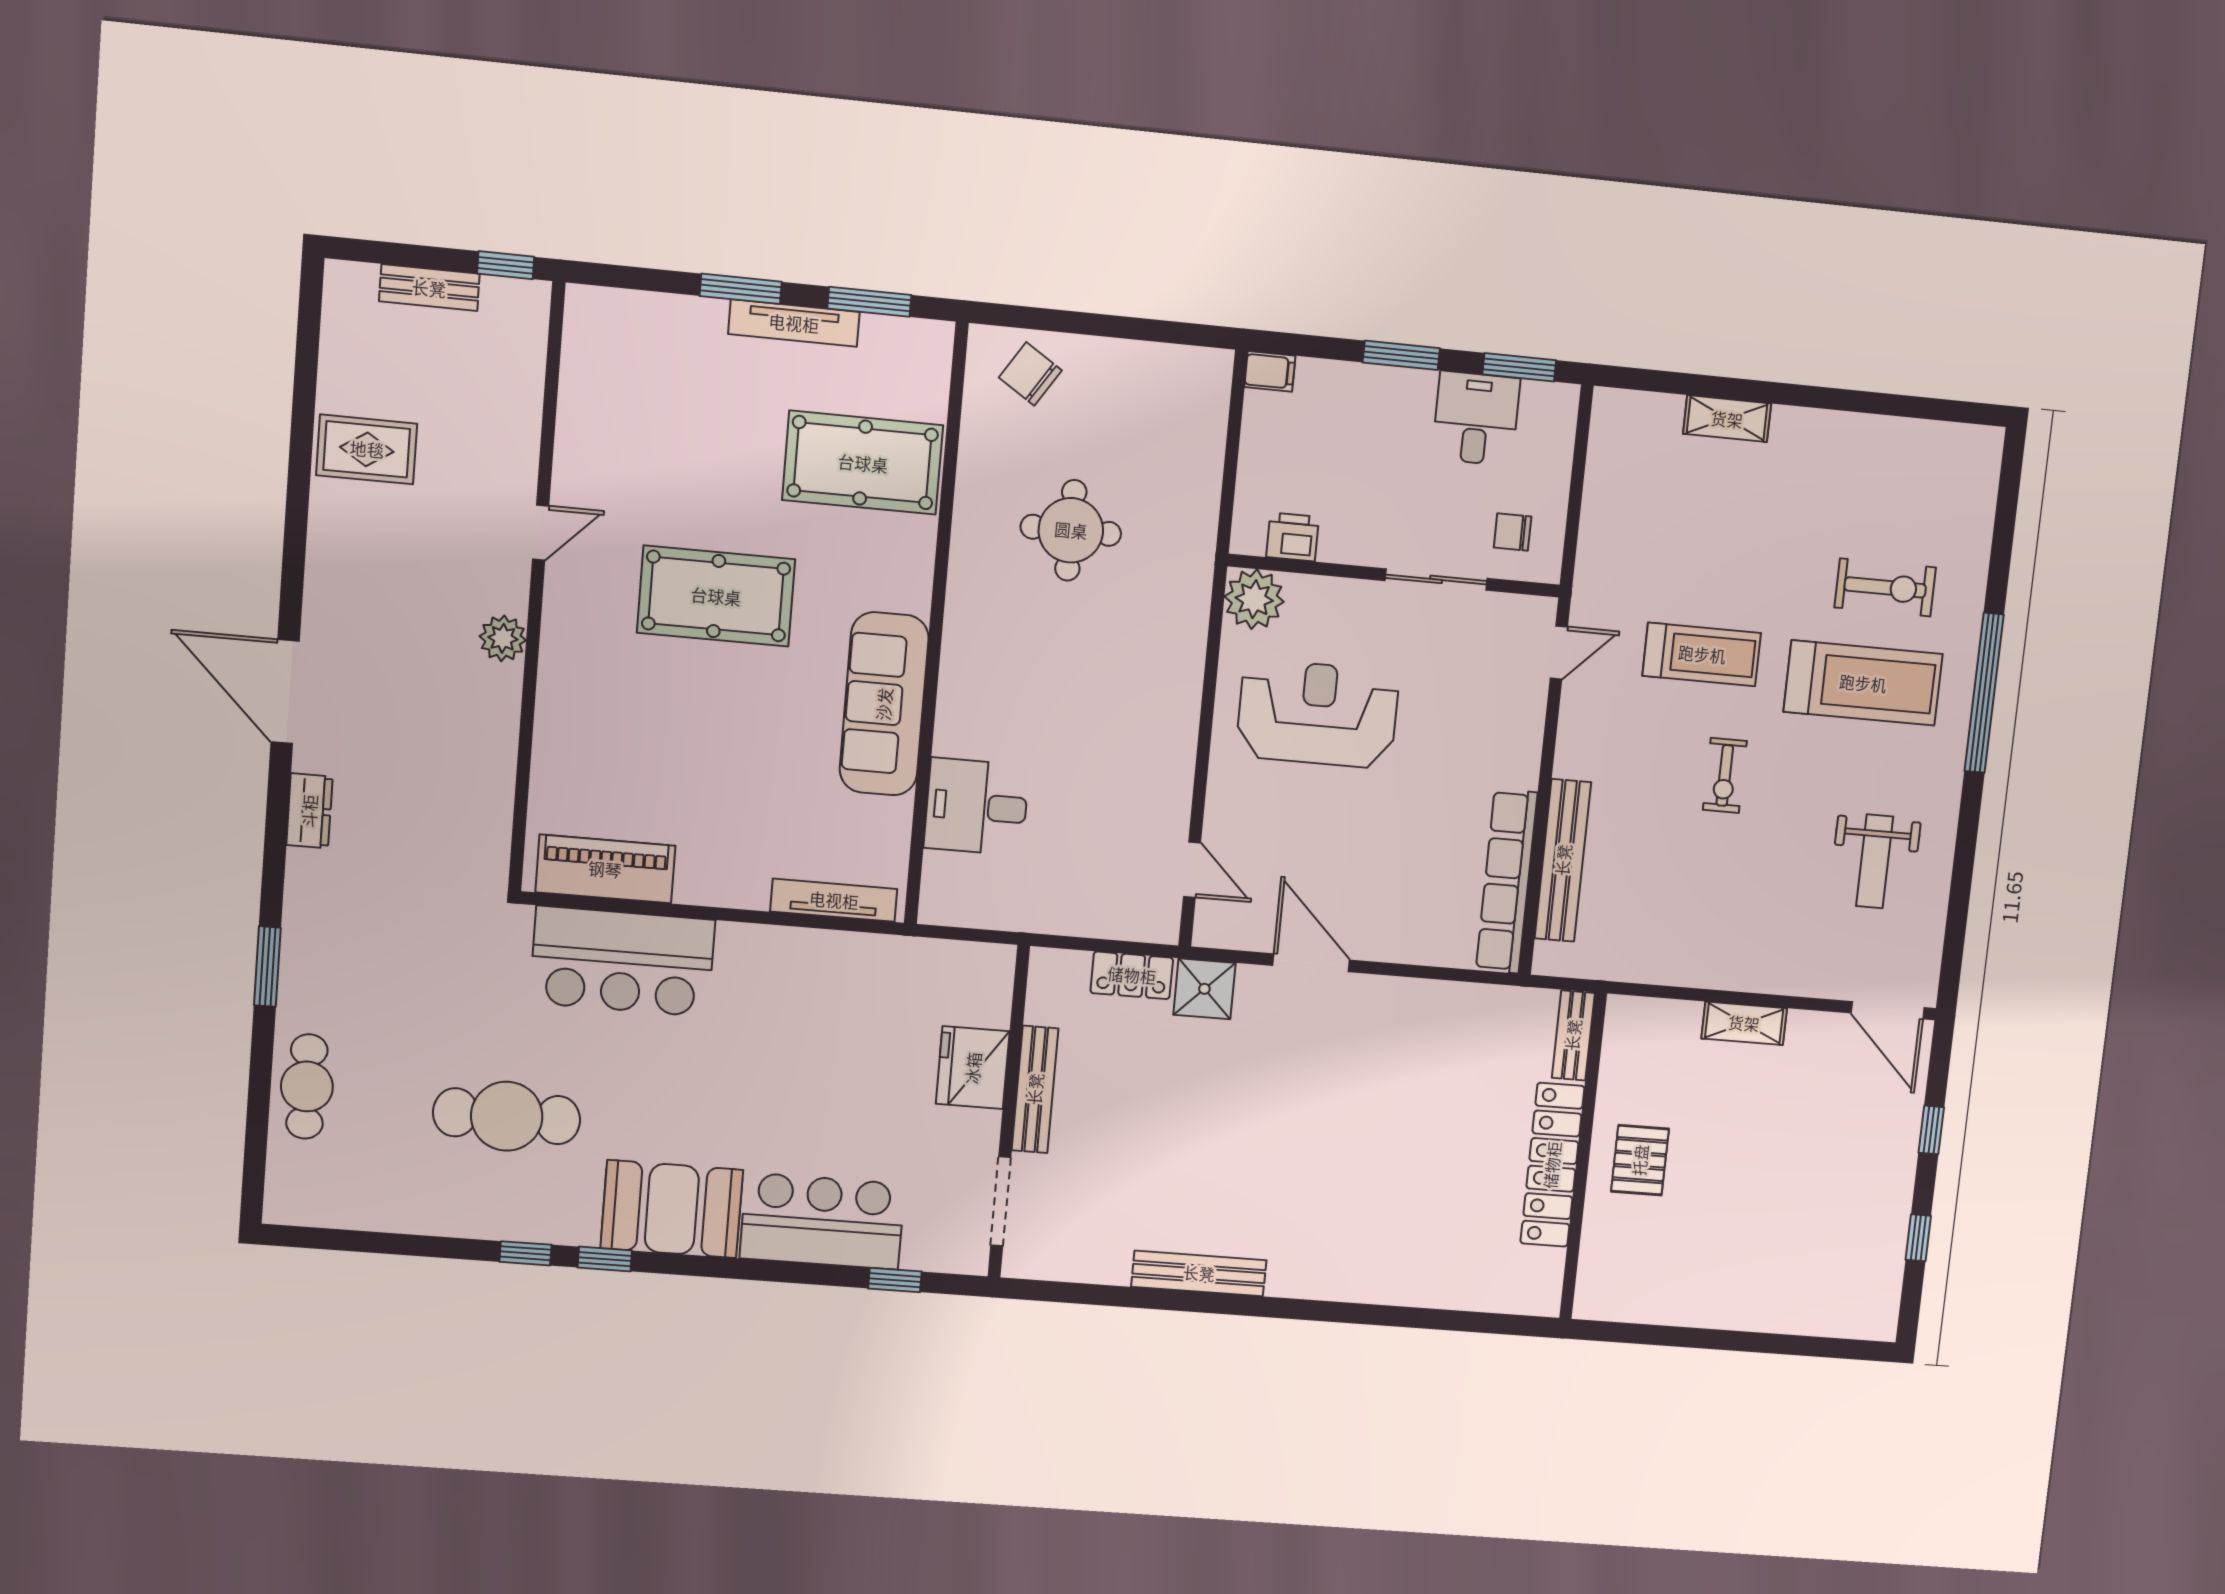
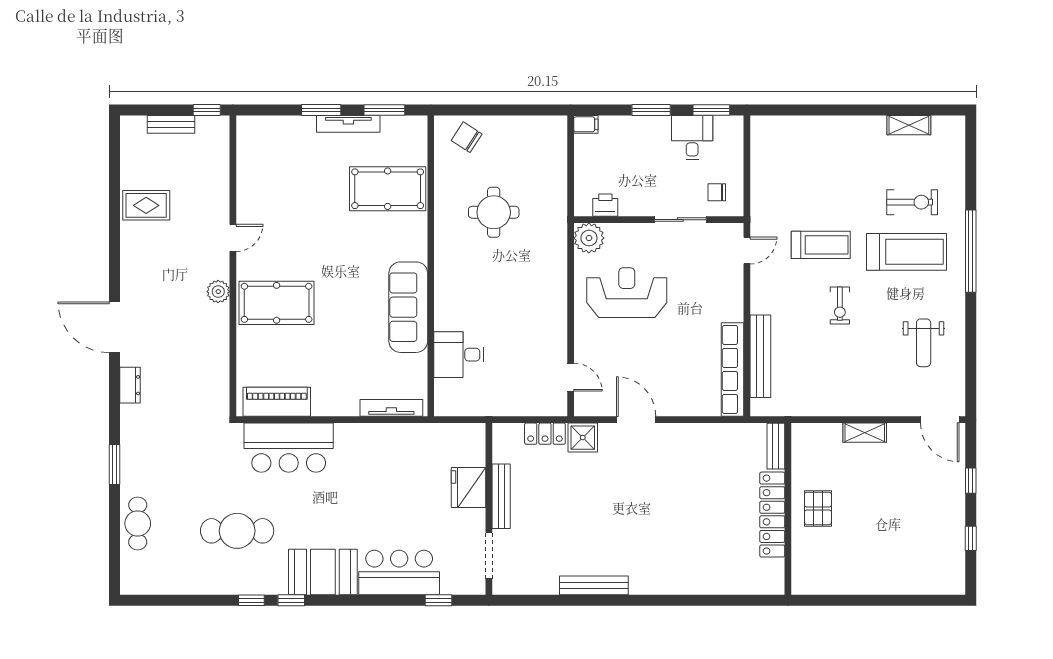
shelving: (1727, 419) -> (909, 125), moved
pool table: (716, 596) -> (277, 303), moved

